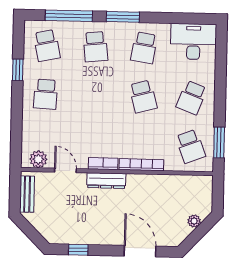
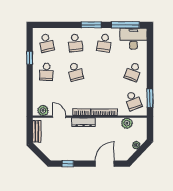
window: (69, 16) -> (125, 25), moved
school desk: (143, 96) -> (75, 72), moved
plant: (179, 184) -> (127, 123), added
door: (140, 251) -> (105, 164), hinge flipped

